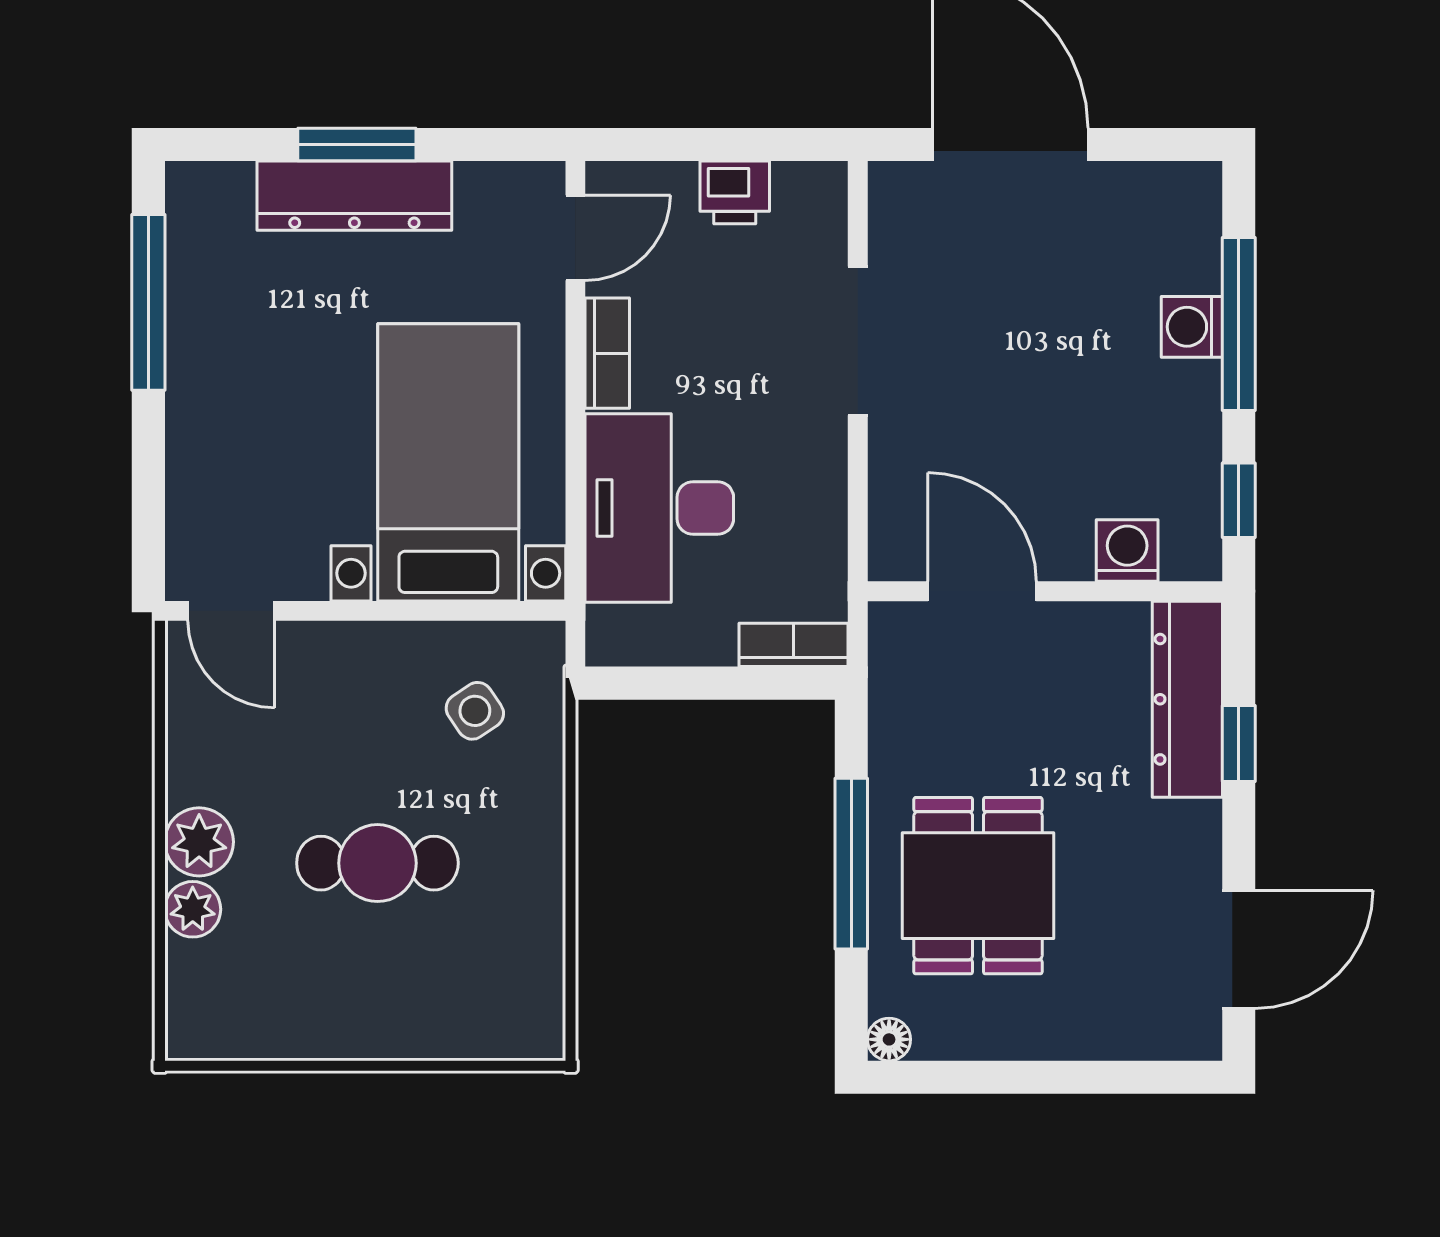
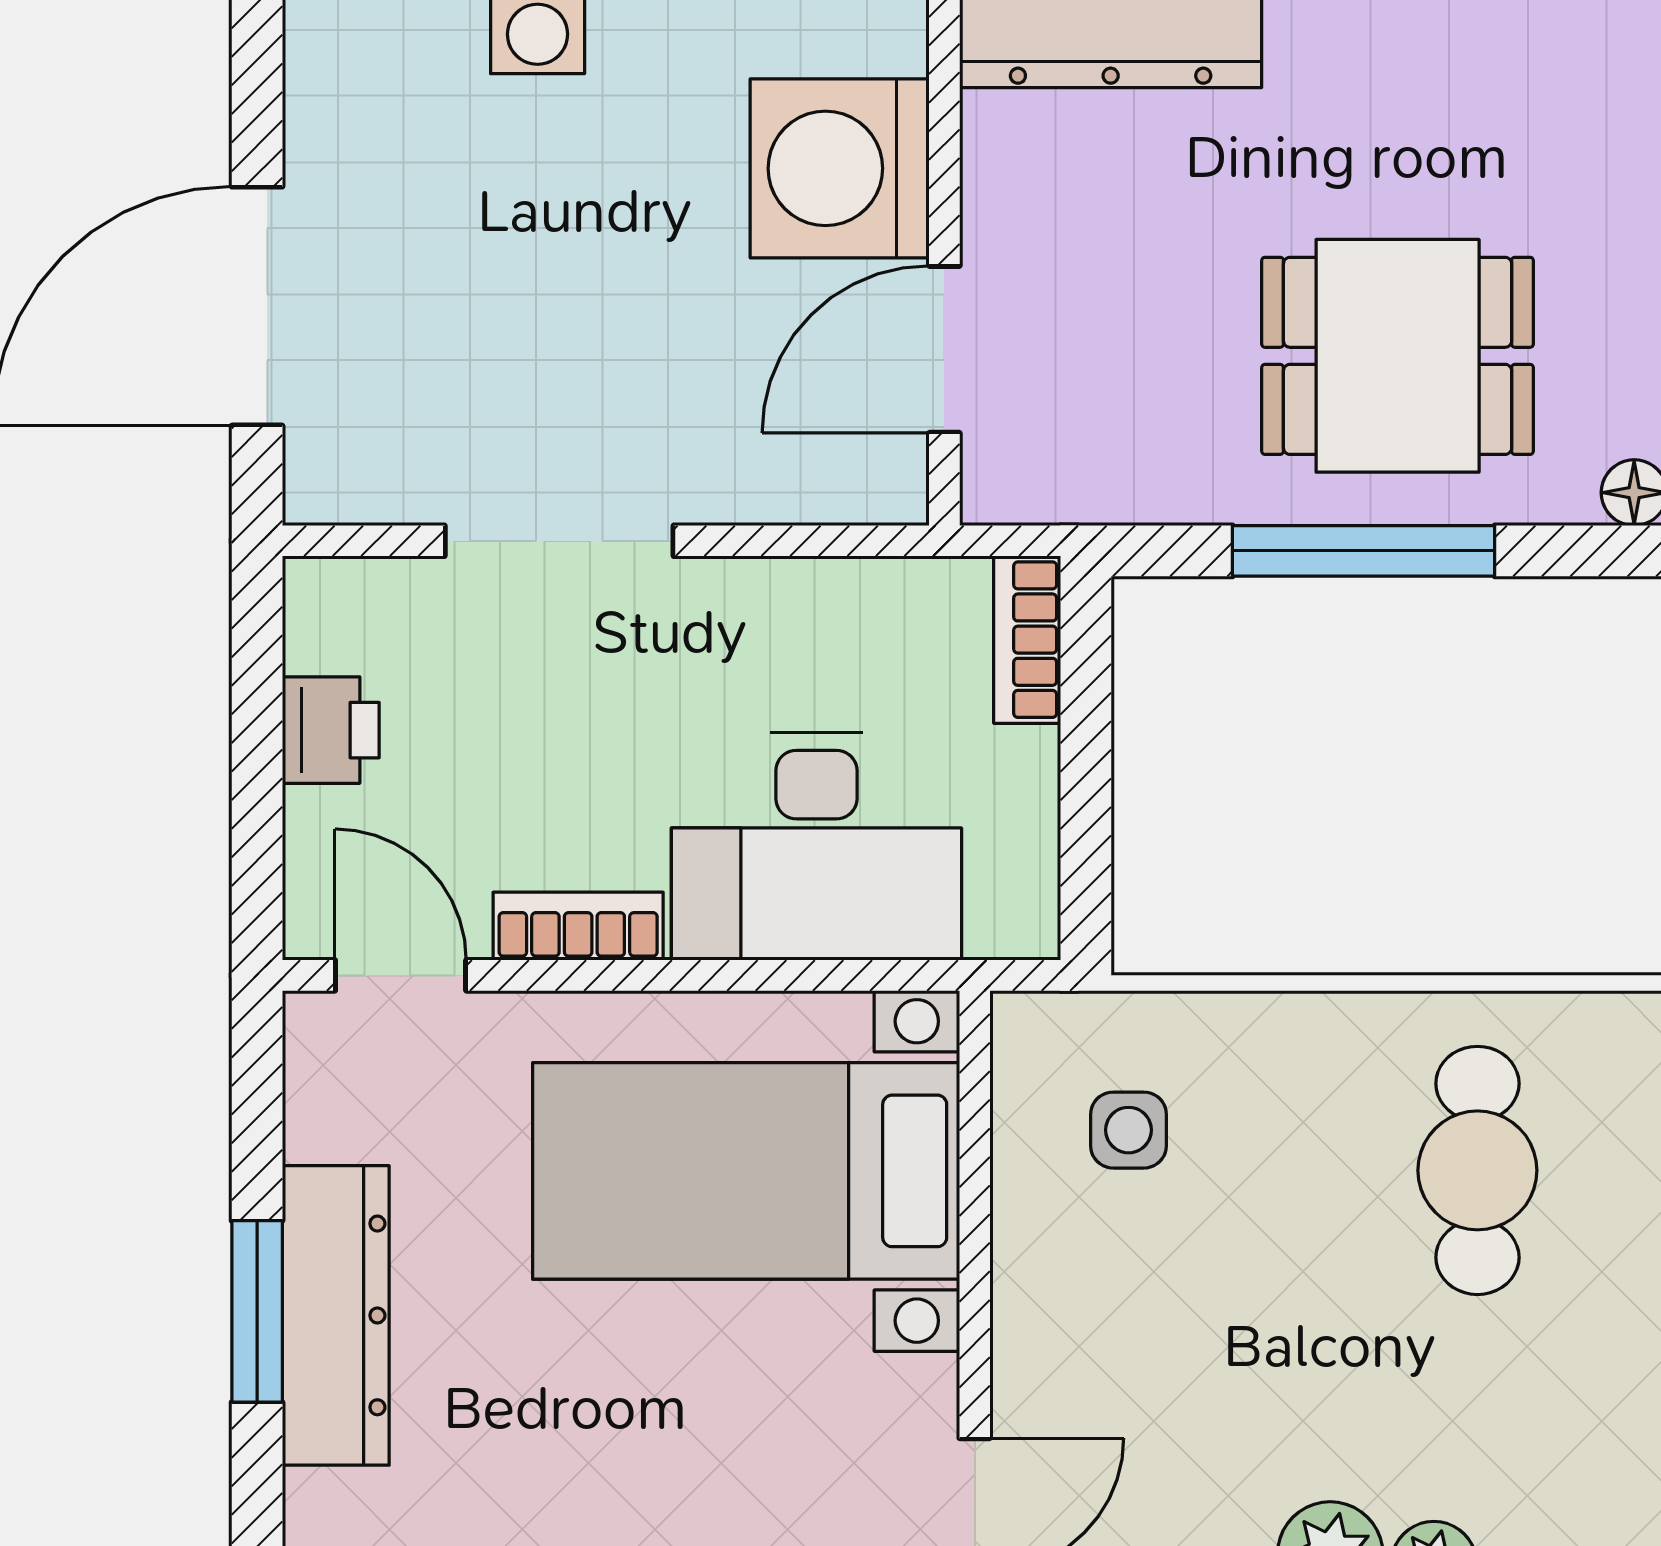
washing machine: (1127, 551) -> (840, 168), width x1.89, depth x1.89
side table: (475, 711) -> (1129, 1130), turned 34
cafe table: (377, 863) -> (1477, 1170), moved

